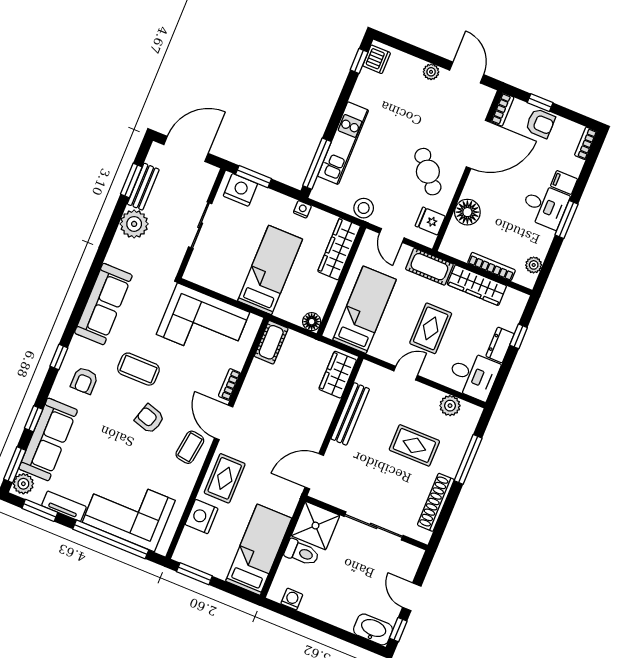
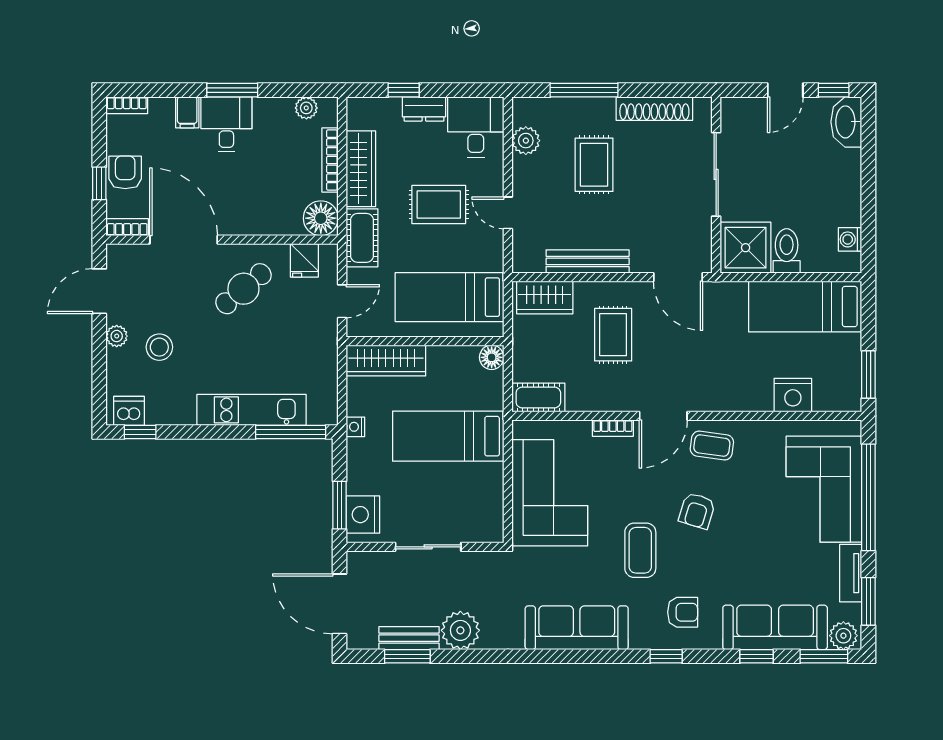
stool: (364, 208) -> (159, 347), moved
floor lamp: (467, 212) -> (321, 218), moved
rug: (225, 478) -> (613, 335), moved, turned 90

